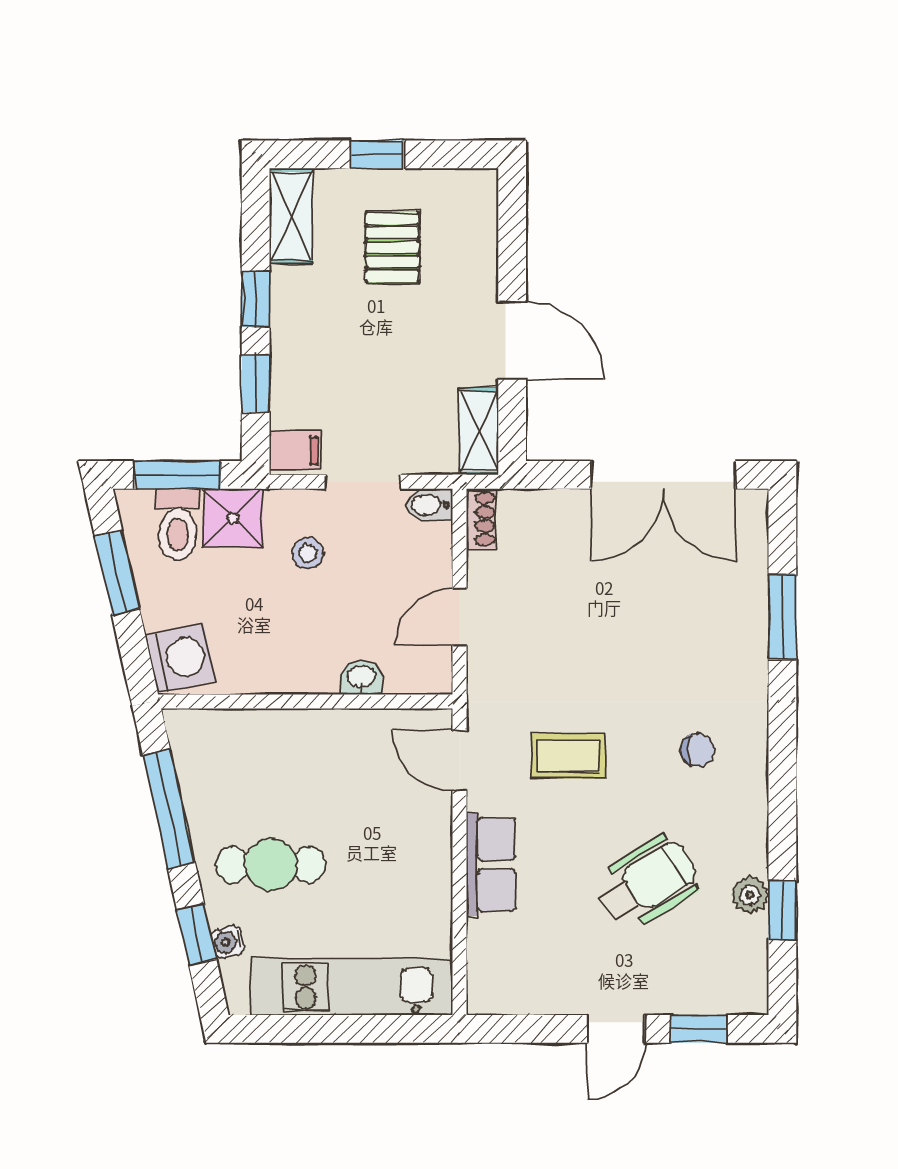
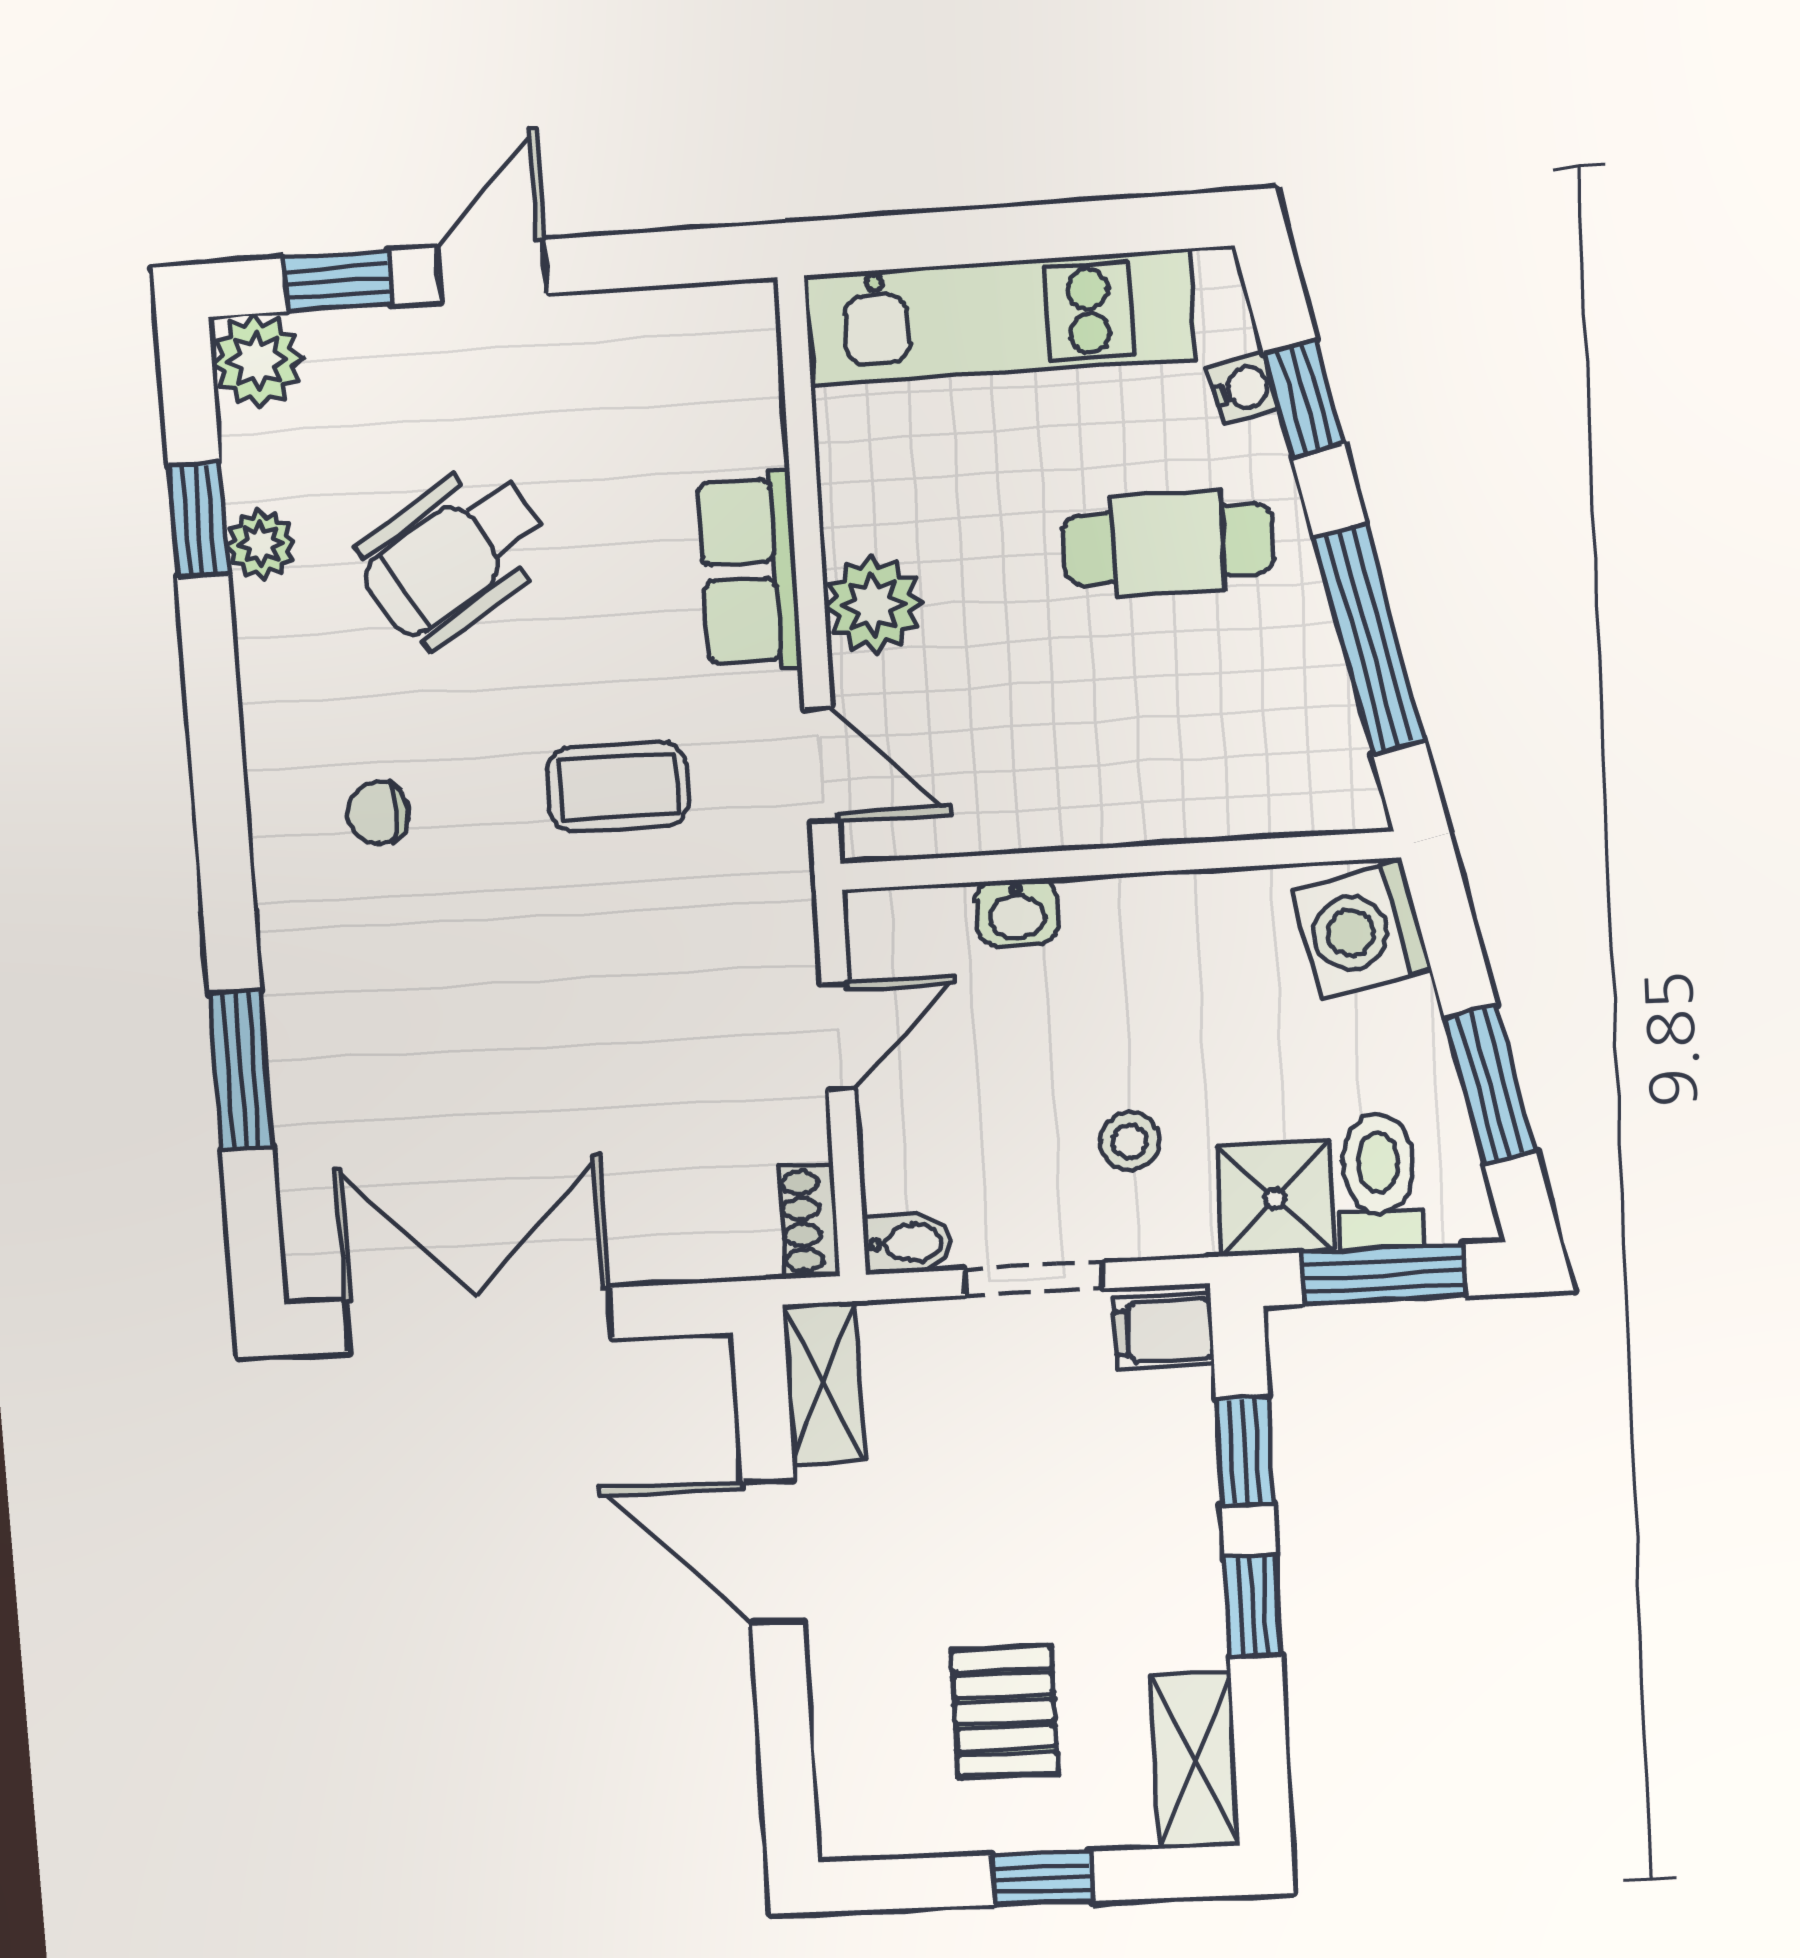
plant: (427, 843) -> (873, 605), added
plant: (744, 991) -> (257, 361), added

